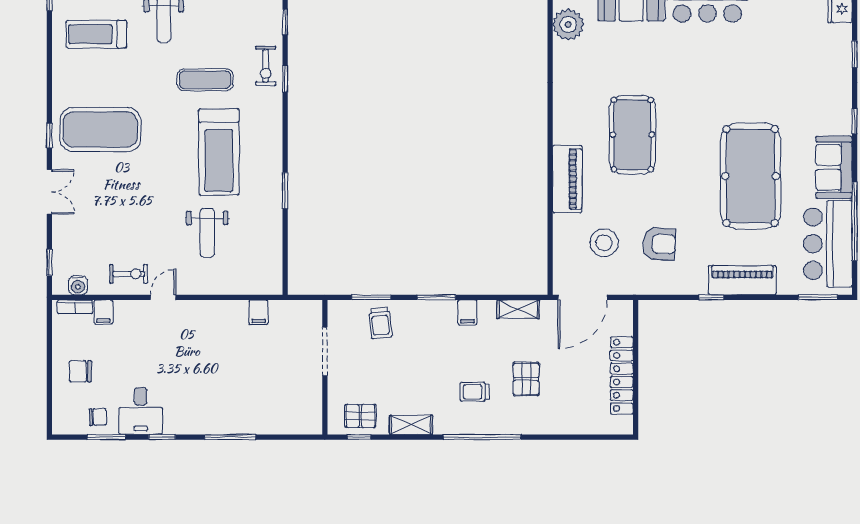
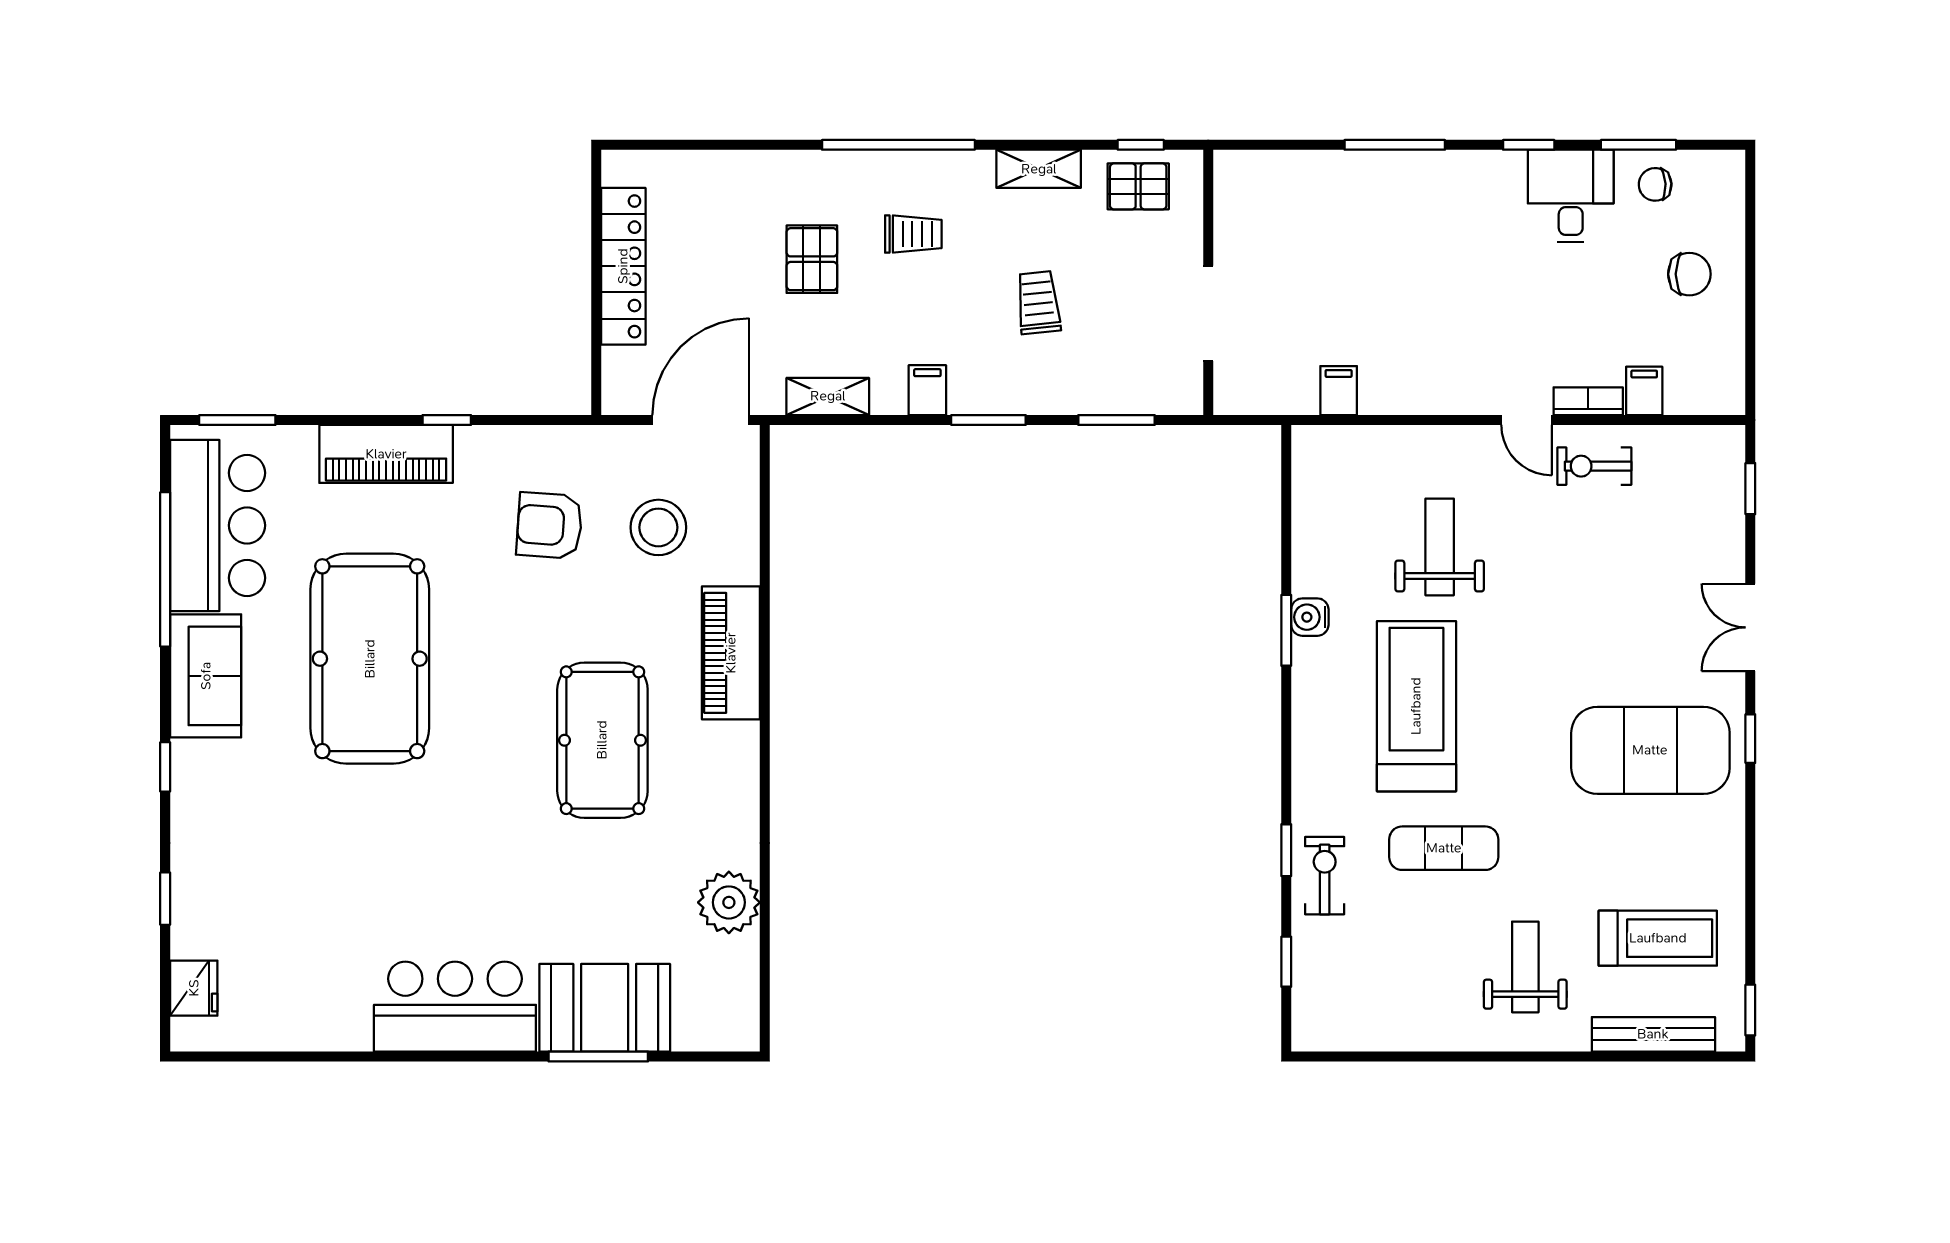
plant: (568, 25) -> (729, 902), moved
water cooler: (78, 285) -> (1310, 617), moved, turned -90
door: (163, 297) -> (1527, 420), hinge flipped
bookcase: (75, 307) -> (1588, 401), moved
trolley: (380, 323) -> (1038, 303), moved

